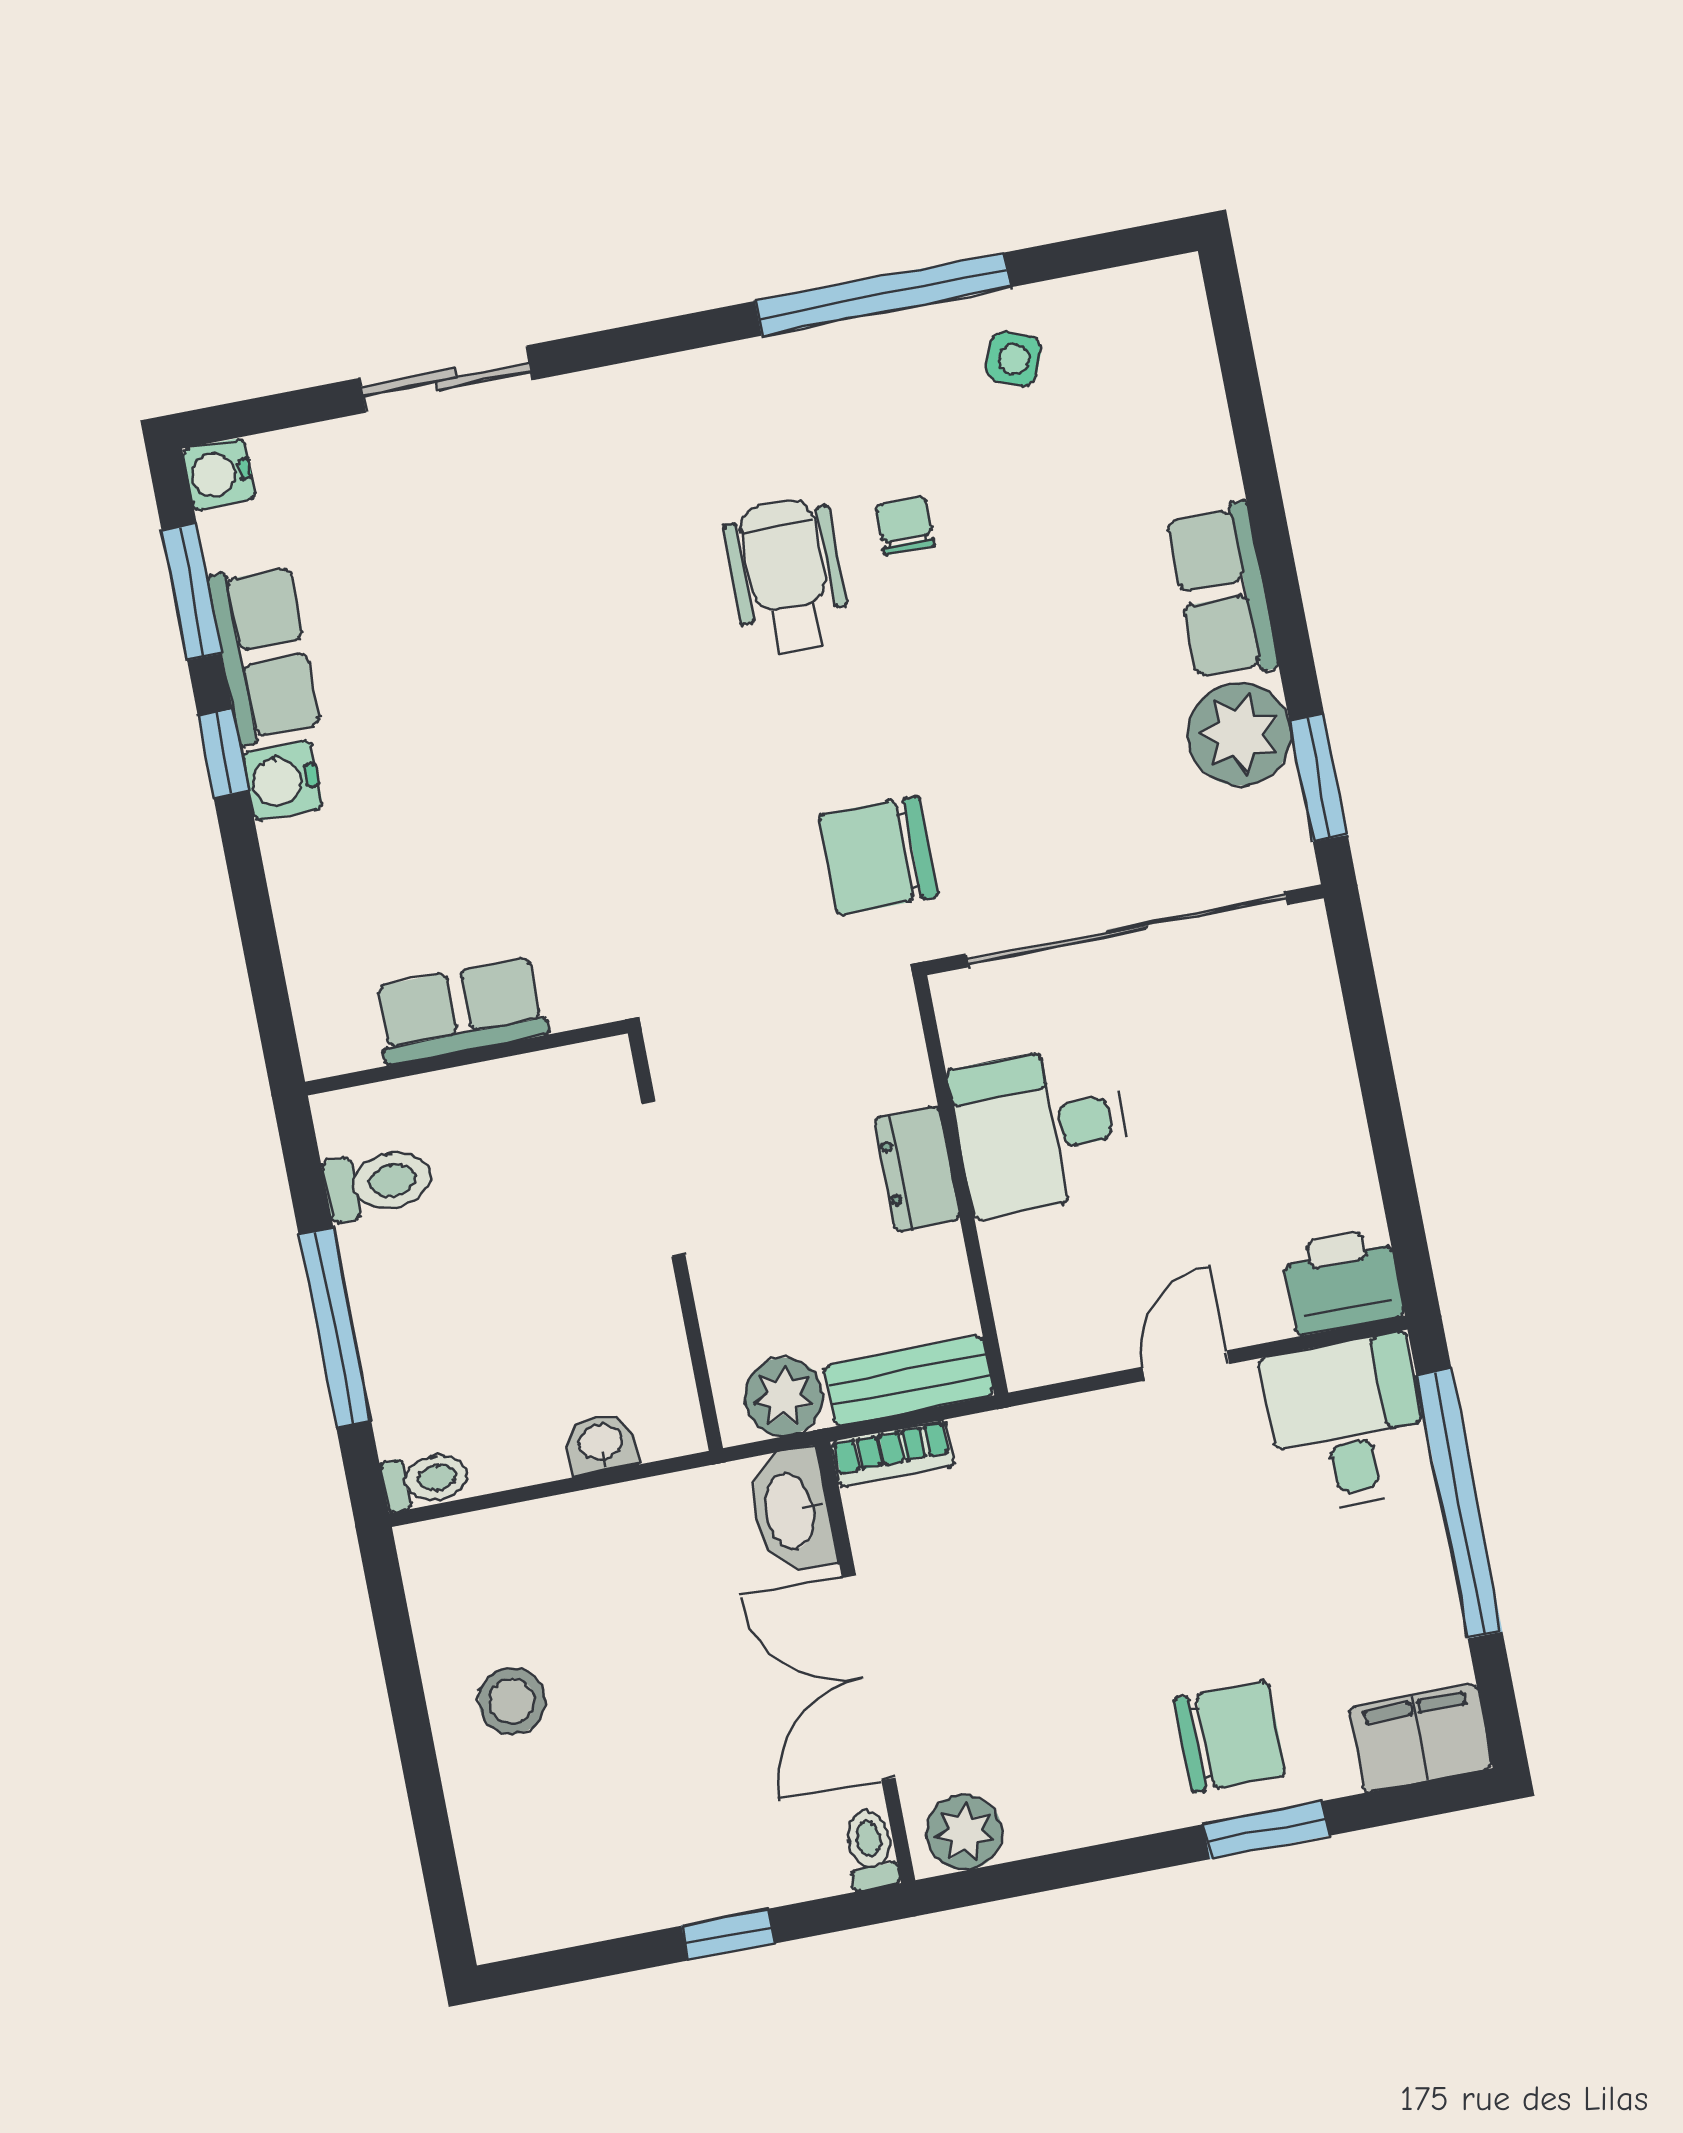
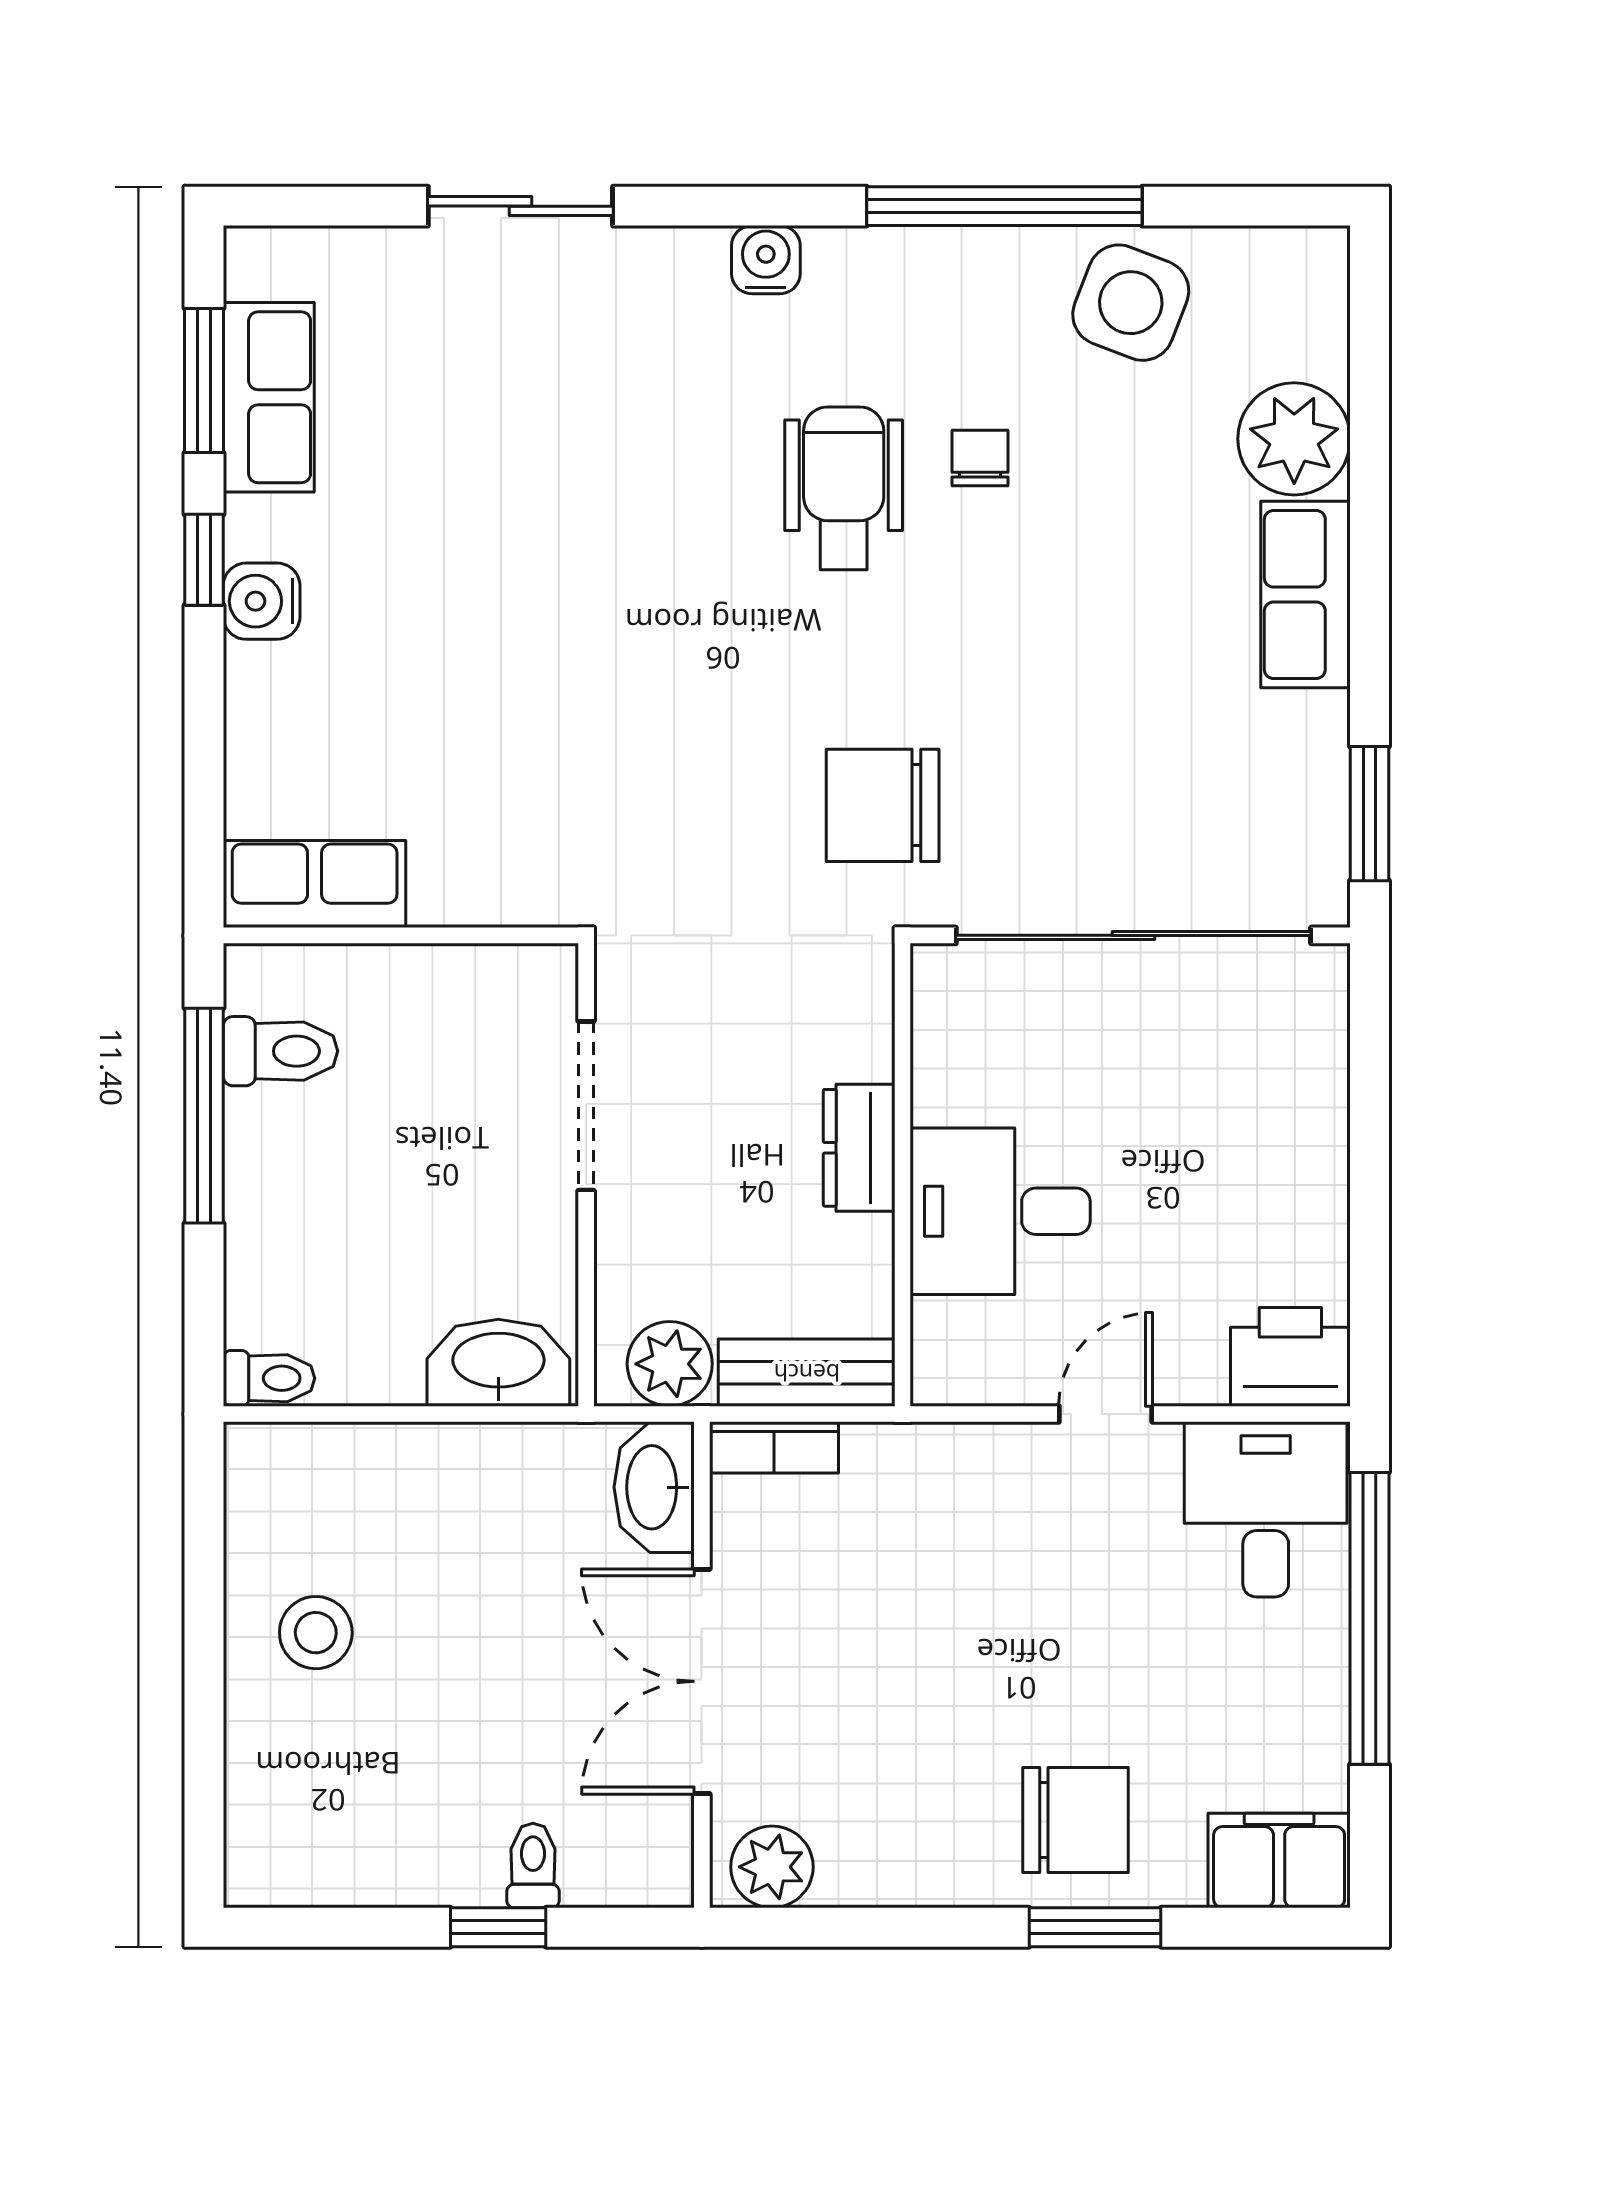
side table: (1014, 359) -> (1131, 303), width x1.87, depth x1.87
water cooler: (219, 474) -> (766, 260), moved, turned 90
row of seats: (264, 654) -> (269, 397), moved
plant: (1239, 734) -> (1294, 439), moved
row of seats: (460, 1011) -> (315, 884), moved
desk: (1041, 1130) -> (1000, 1211), moved
window: (335, 1328) -> (204, 1116), moved
washbasin: (601, 1444) -> (498, 1363), width x1.91, depth x1.45
toilet: (870, 1849) -> (533, 1866), moved

